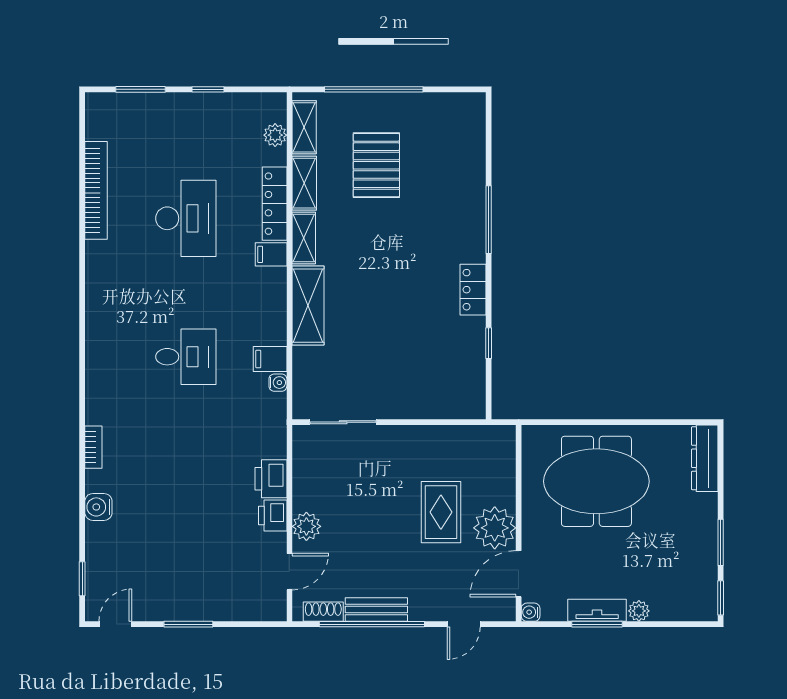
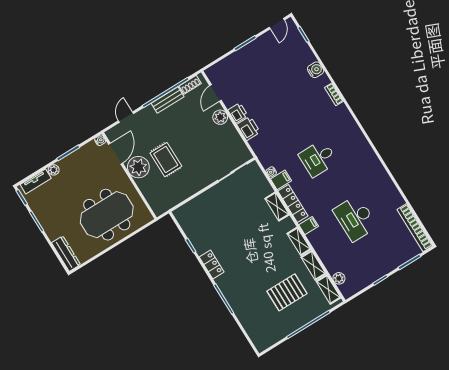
pallet: (376, 165) -> (287, 292), turned 90
bookcase: (96, 190) -> (415, 228), moved
locker: (275, 204) -> (293, 203), moved
shelving: (308, 306) -> (277, 207), width x0.67, depth x0.75
tv unit: (597, 610) -> (36, 181), moved

